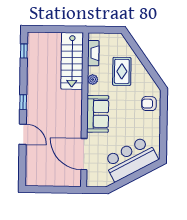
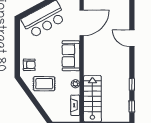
rug: (122, 71) -> (44, 84), moved, turned 90
window: (23, 102) -> (132, 84), moved
door: (84, 154) -> (82, 23), hinge flipped

